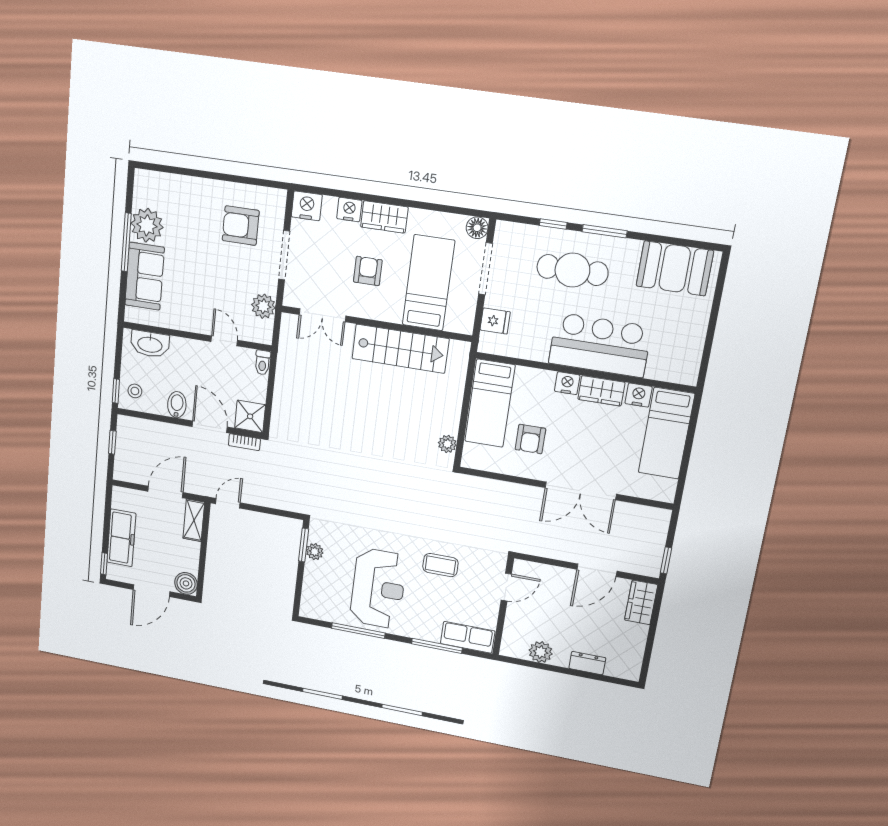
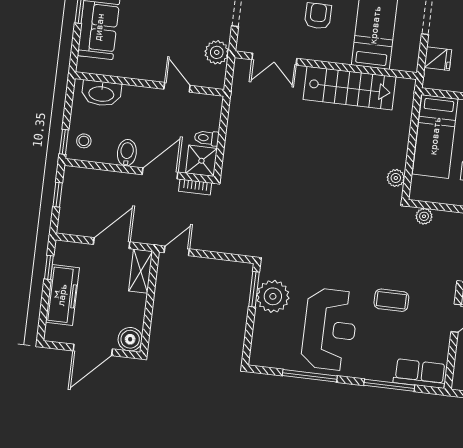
toilet: (263, 363) -> (207, 138), moved, turned 90
door: (210, 427) -> (160, 173), hinge flipped
plant: (476, 484) -> (424, 216), added
plant: (315, 552) -> (273, 296), width x1.87, depth x1.87
window: (104, 564) -> (49, 267), moved

